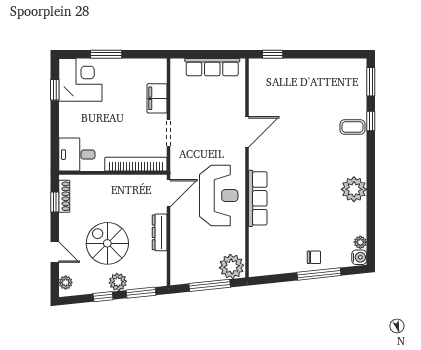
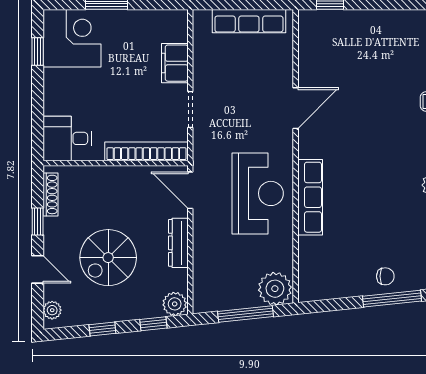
door: (168, 193) -> (190, 190), swing flipped
window: (55, 202) -> (38, 221), moved
spiral stairs: (107, 243) -> (108, 258), turned -90
plant: (118, 282) -> (175, 304), moved
window: (141, 293) -> (153, 324), width x0.67

